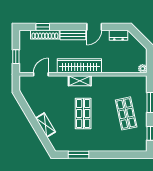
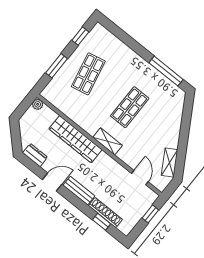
wardrobe: (79, 66) -> (75, 139), moved
door: (41, 74) -> (140, 178), swing flipped
shelving: (45, 125) -> (169, 163), moved
window: (78, 155) -> (166, 71), width x1.44

